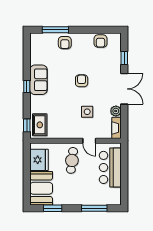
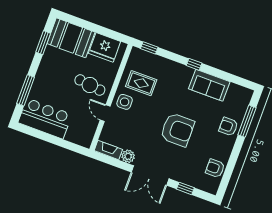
sofa: (38, 80) -> (209, 85), moved
armchair: (82, 81) -> (177, 130), width x1.88, depth x1.88
side table: (87, 112) -> (125, 102), moved
rug: (40, 125) -> (141, 83), moved
door: (89, 141) -> (105, 113), hinge flipped
bar counter: (110, 167) -> (45, 118), moved

